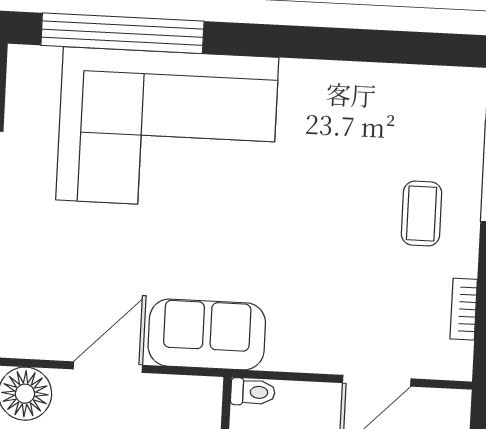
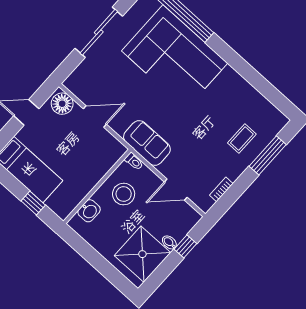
coffee table: (422, 214) -> (242, 139), moved
sofa: (207, 334) -> (147, 143), moved

